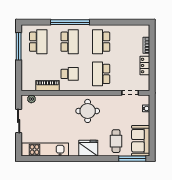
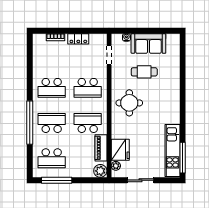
school desk: (38, 42) -> (52, 158), turned 180
school desk: (70, 74) -> (88, 123), width x1.85
plant: (27, 85) -> (100, 171), added
cafe table: (116, 141) -> (144, 72), moved
sofa: (141, 141) -> (148, 43), moved
fridge: (88, 148) -> (120, 150), moved, turned 180
window: (132, 159) -> (183, 158), moved

